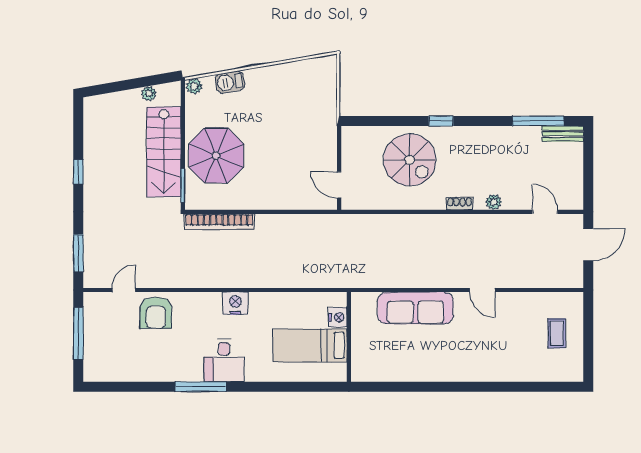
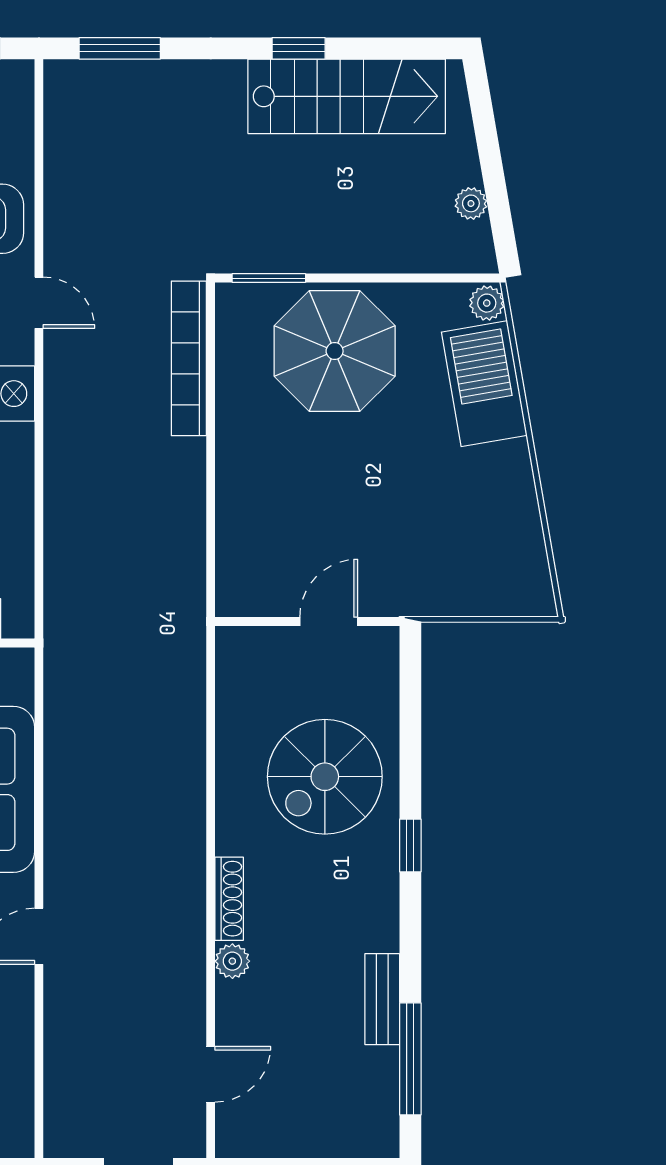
barbecue: (230, 82) -> (484, 384), width x1.88, depth x1.53
bench: (563, 134) -> (382, 999), moved
stairs: (164, 152) -> (347, 96), moved, turned 180
door: (339, 185) -> (329, 622), moved
shoe rack: (460, 203) -> (229, 899), width x1.43
door: (124, 290) -> (39, 303), moved

